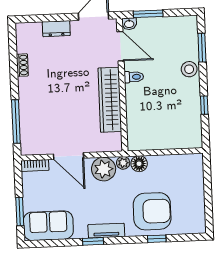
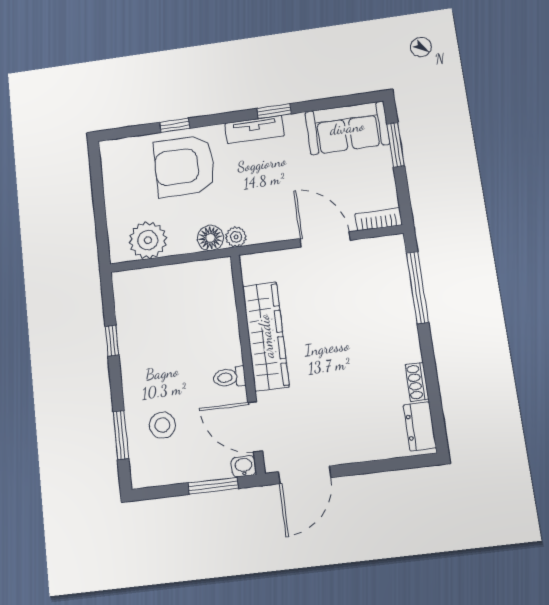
dresser: (56, 29) -> (420, 426), moved, turned -90
stool: (189, 69) -> (162, 425), moved
plant: (104, 169) -> (148, 240), moved

